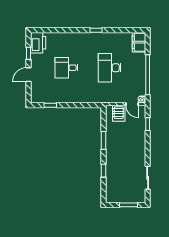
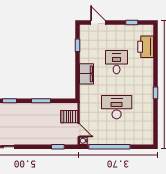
filing cabinet: (139, 42) -> (87, 74), moved, turned 90
printer: (38, 43) -> (146, 47), moved, turned 90
door: (28, 75) -> (98, 23), moved
door: (132, 104) -> (79, 130), swing flipped

